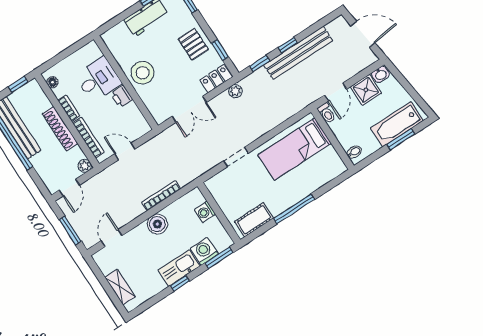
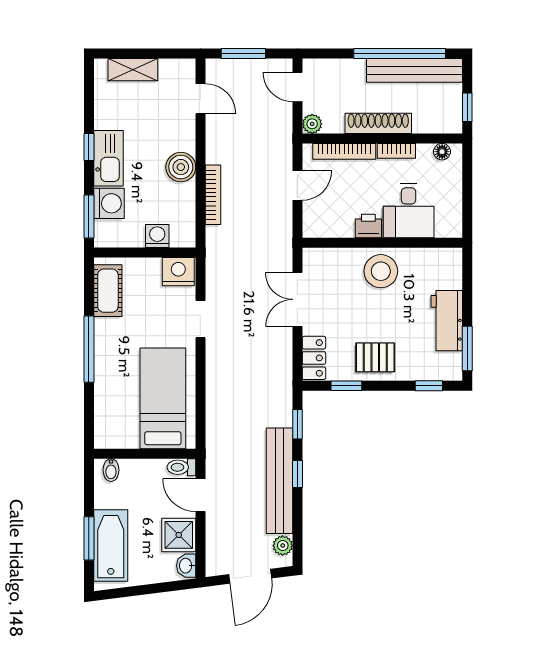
plant: (235, 91) -> (283, 546), moved
nightstand: (217, 187) -> (178, 272), added

